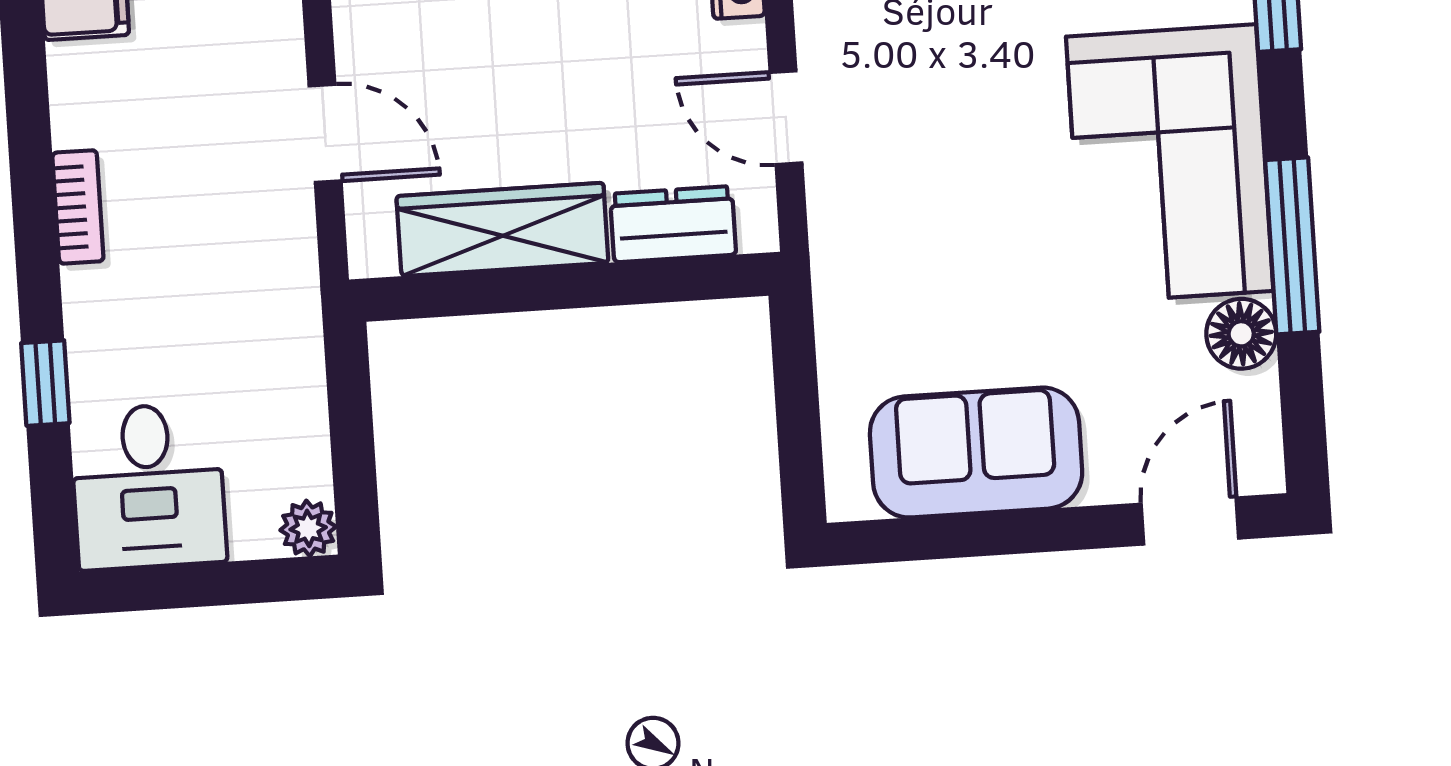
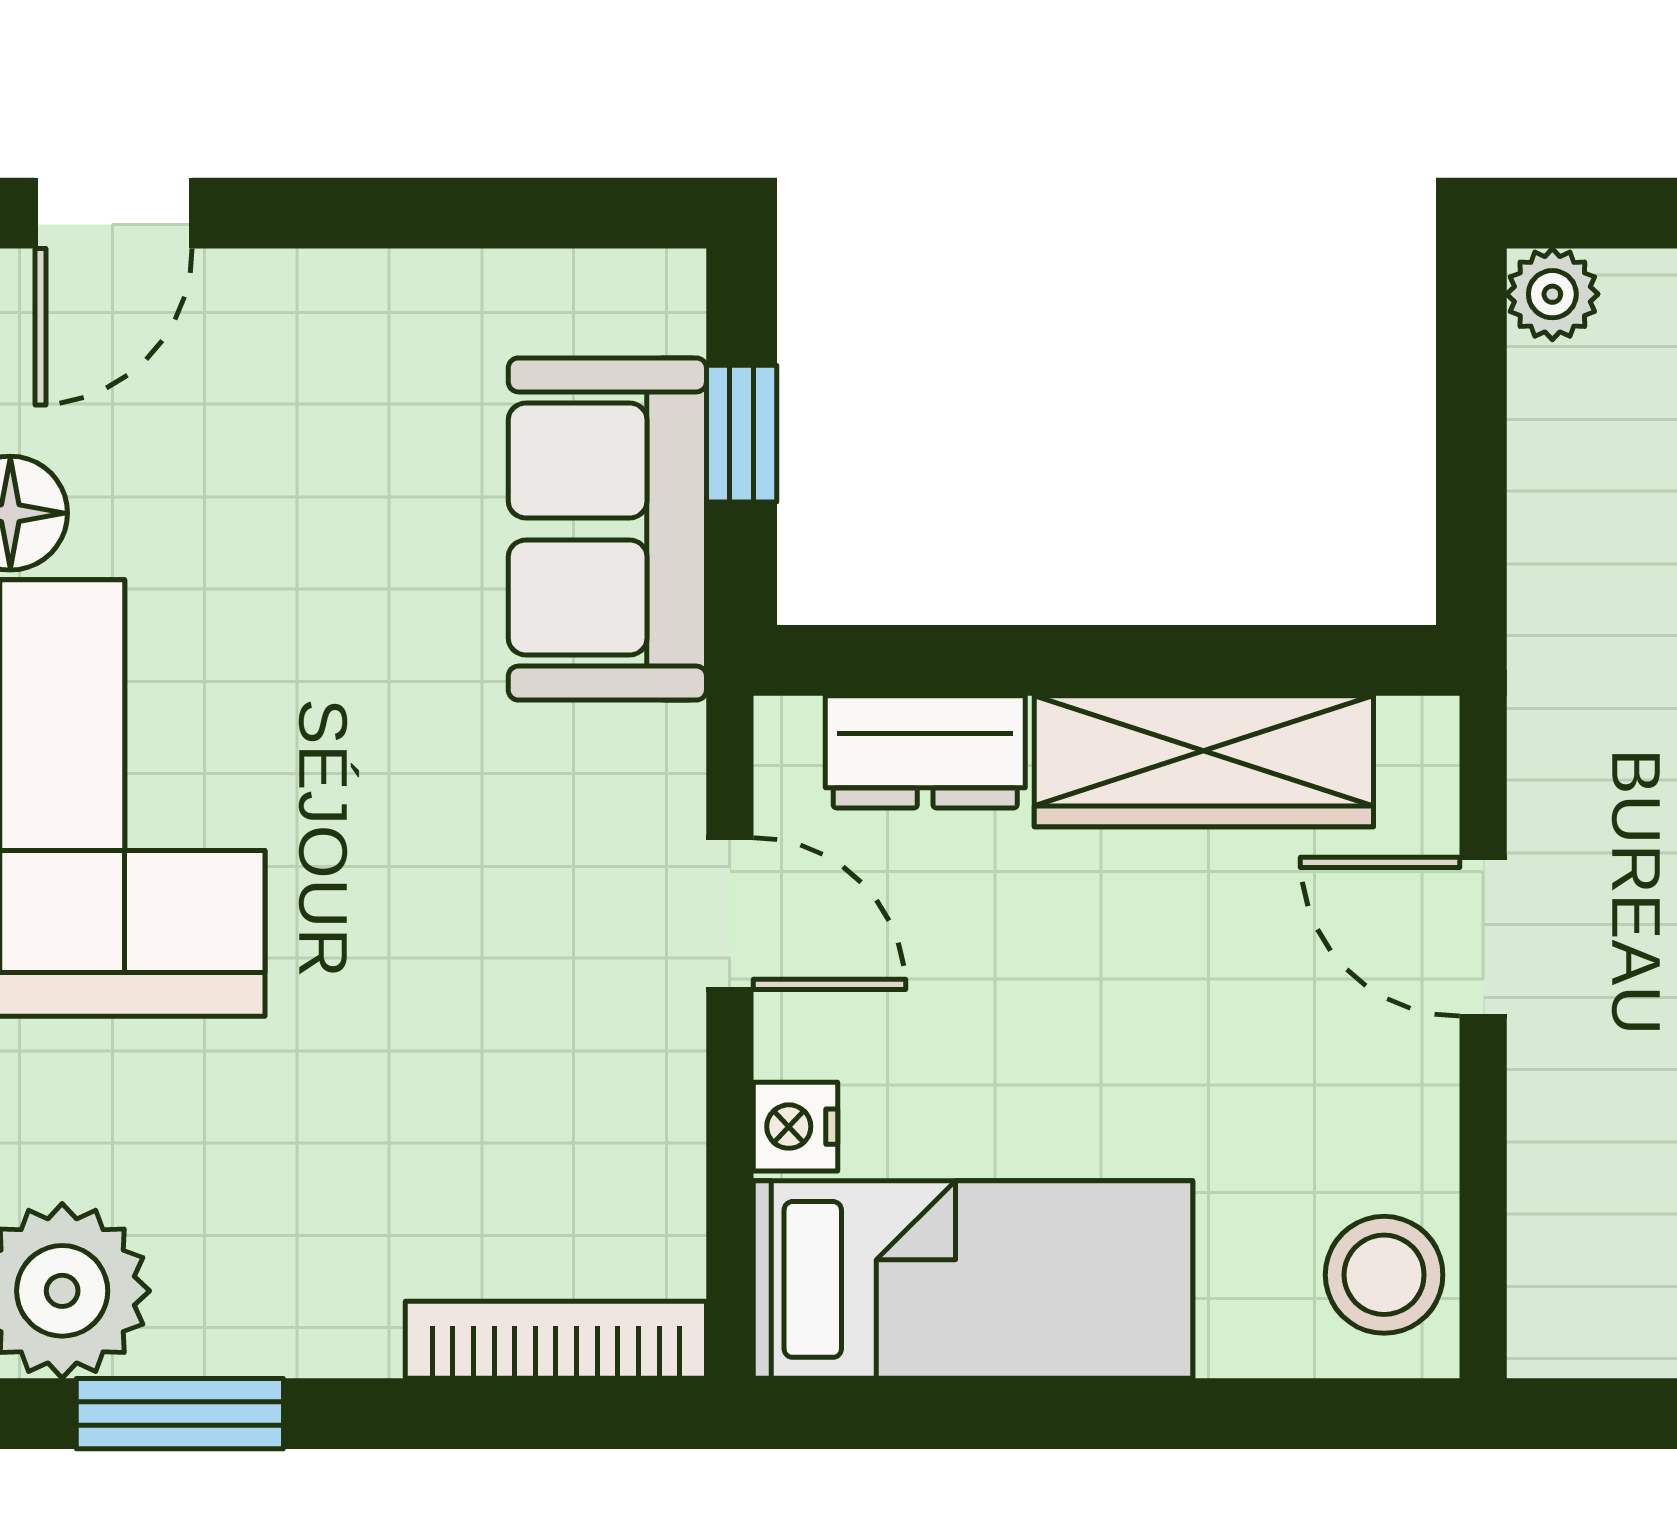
window: (798, 411) -> (742, 434), added
sofa: (976, 453) -> (607, 529), moved, turned 90

